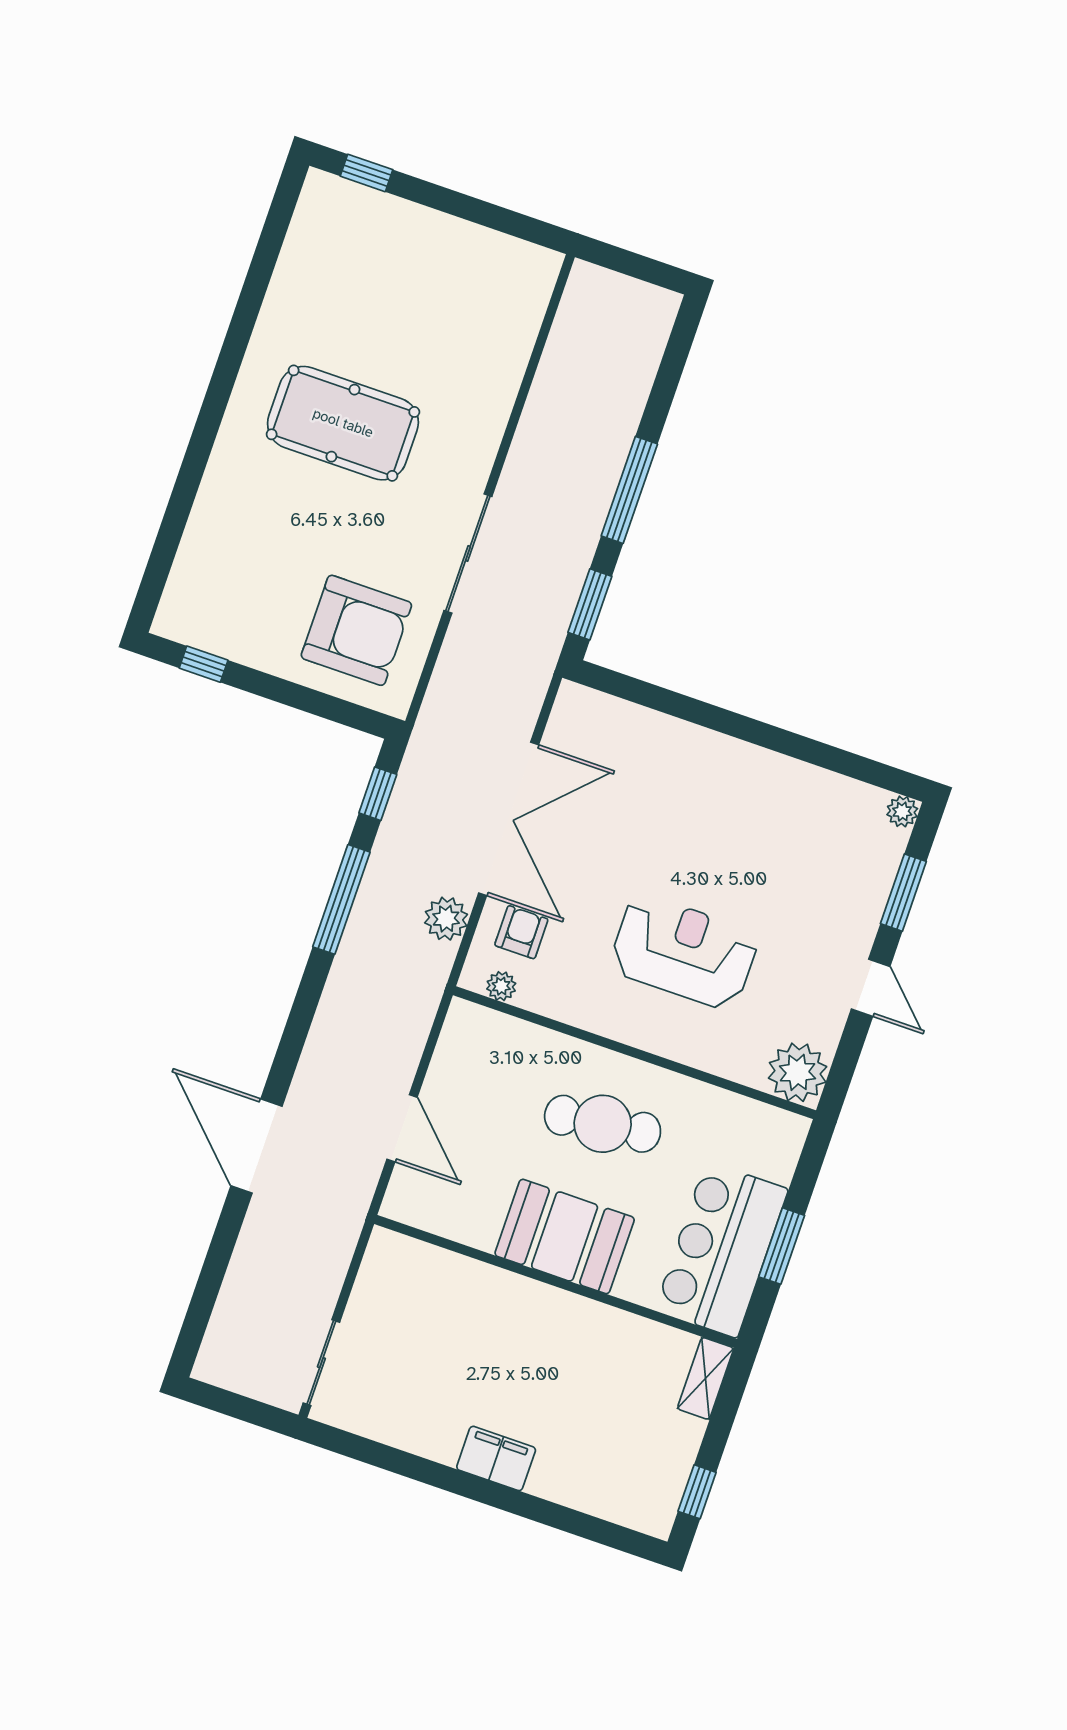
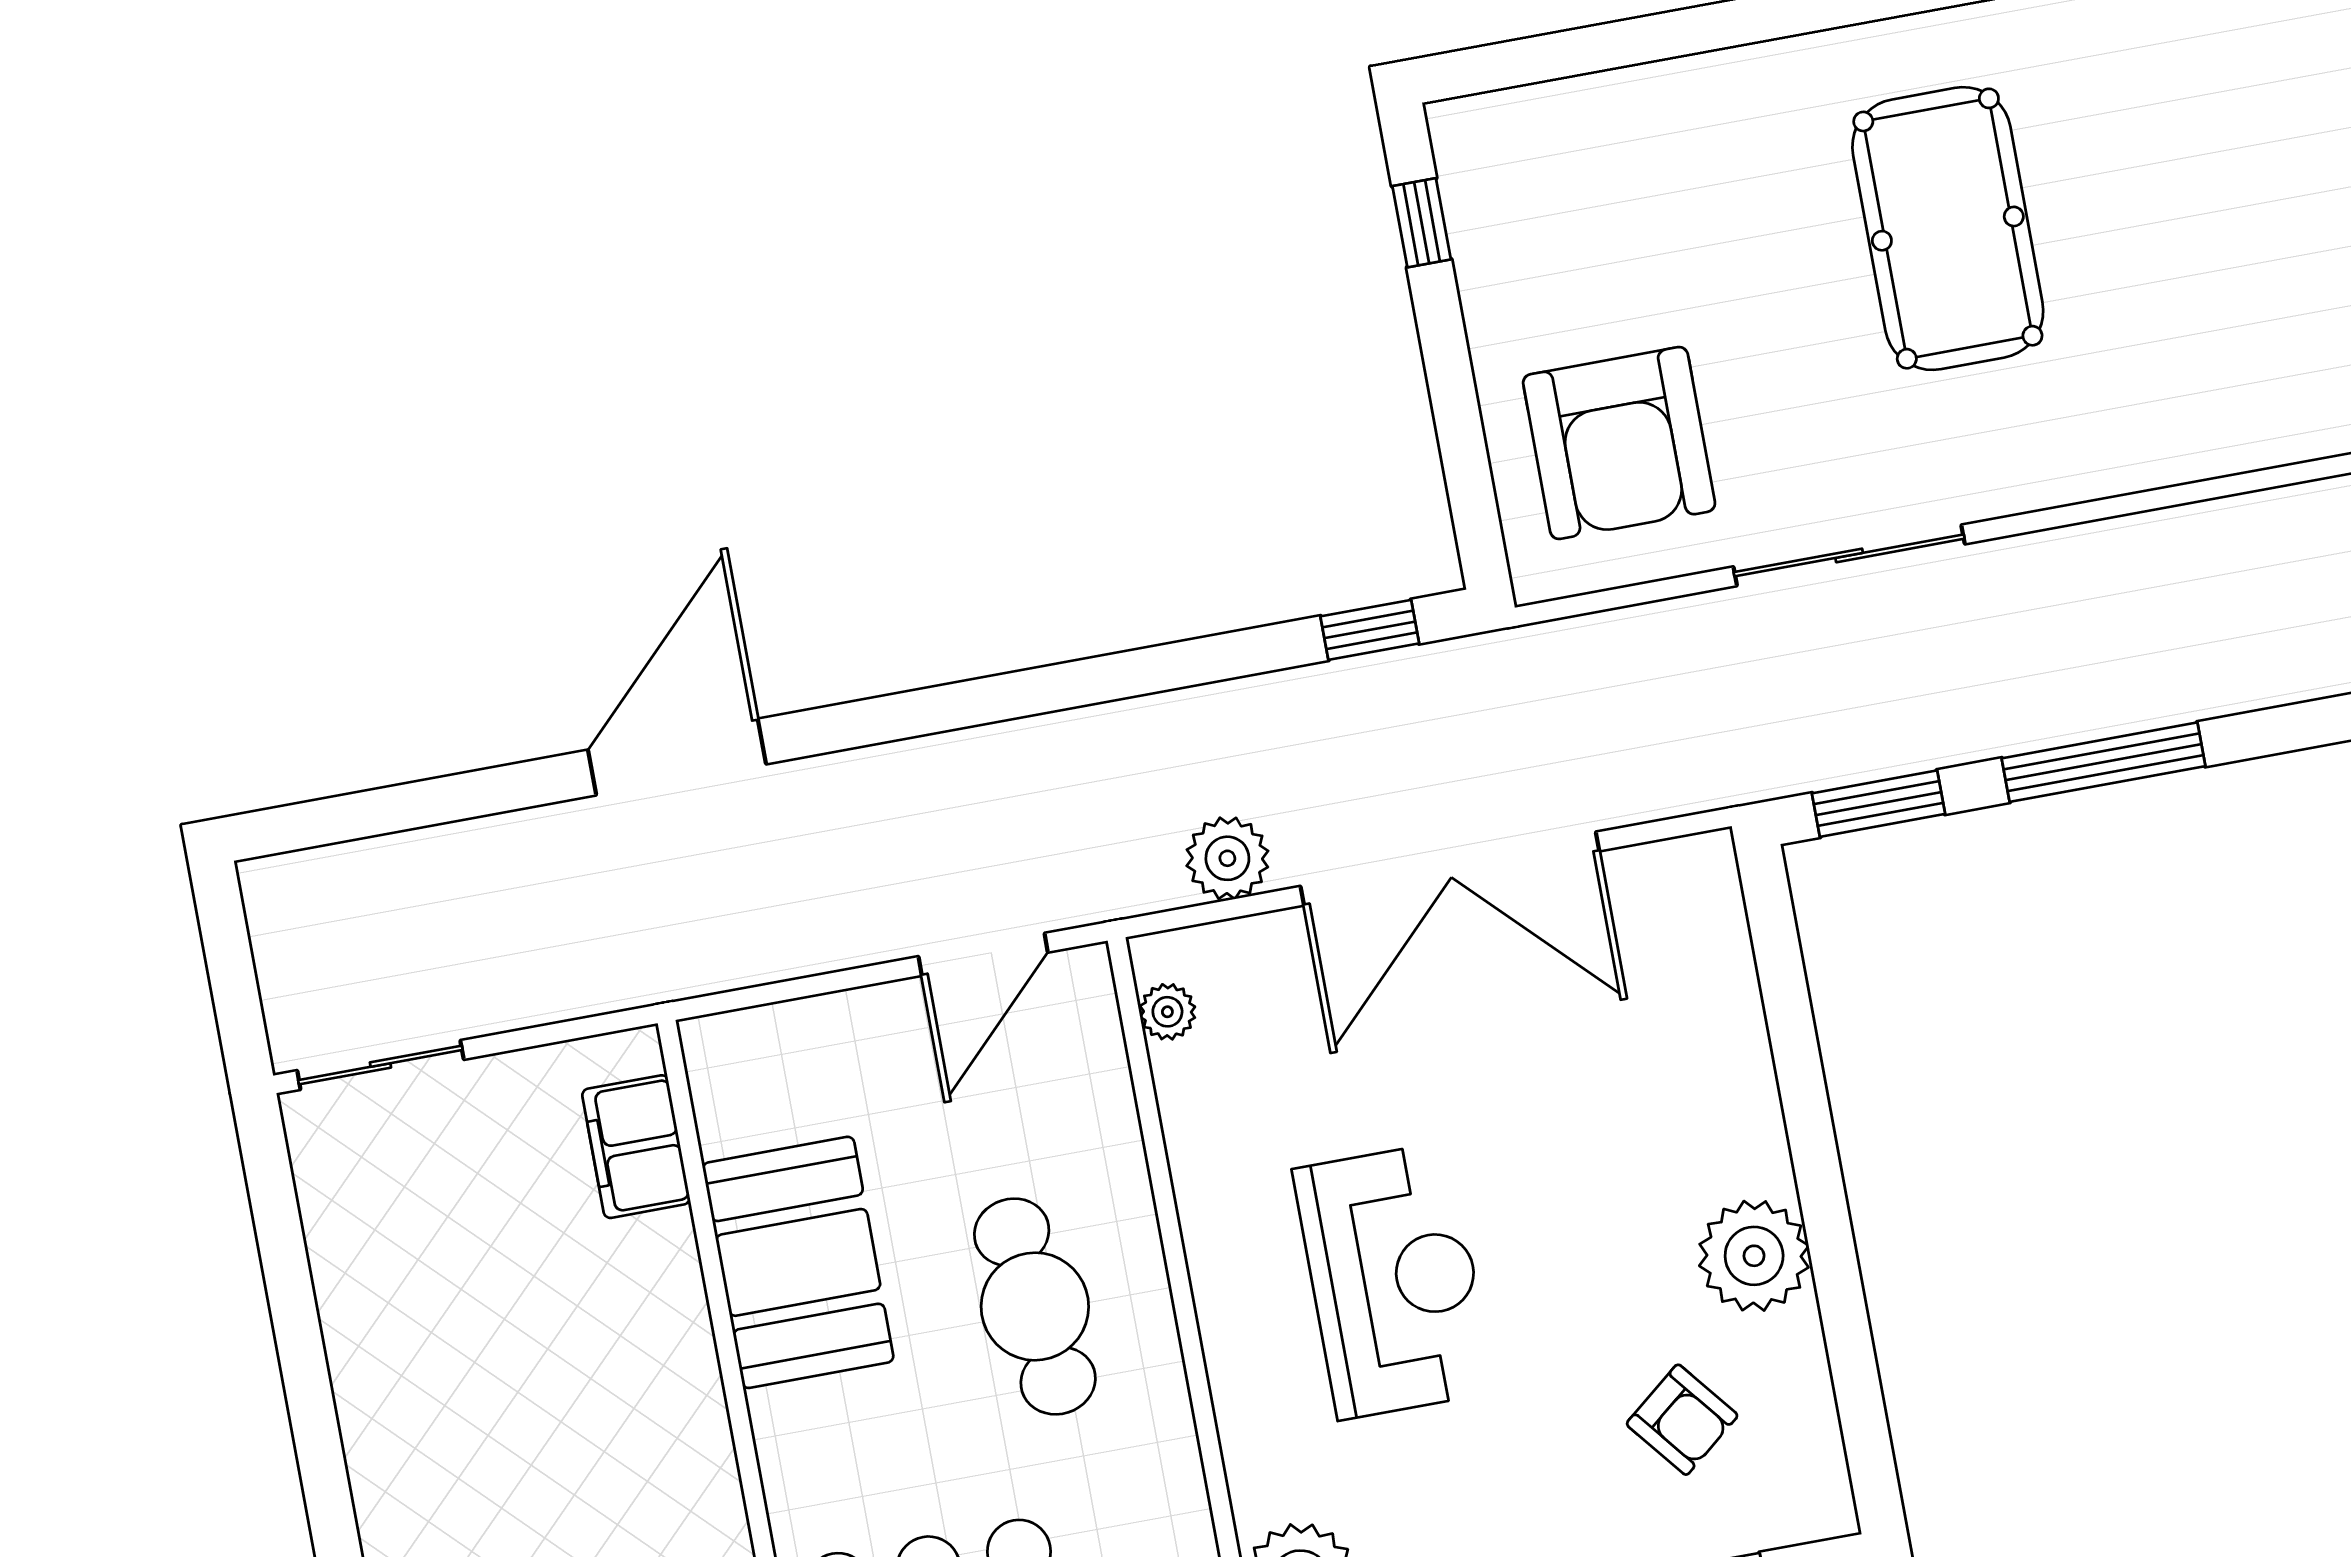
plant: (902, 812) -> (1754, 1256), moved, width x1.88, depth x1.88
window: (341, 899) -> (1162, 668), removed
armchair: (521, 932) -> (1682, 1420), moved, turned 51
door: (402, 1128) -> (983, 954), moved
booth: (565, 1237) -> (798, 1262), moved
filing cabinet: (496, 1458) -> (636, 1147), moved, turned 180

